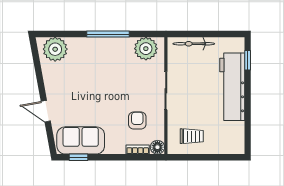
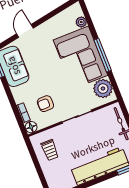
plant: (55, 49) -> (81, 22), width x0.53, depth x0.53
corner sofa: (101, 60) -> (81, 58), added
armchair: (137, 120) -> (45, 104), turned 180

